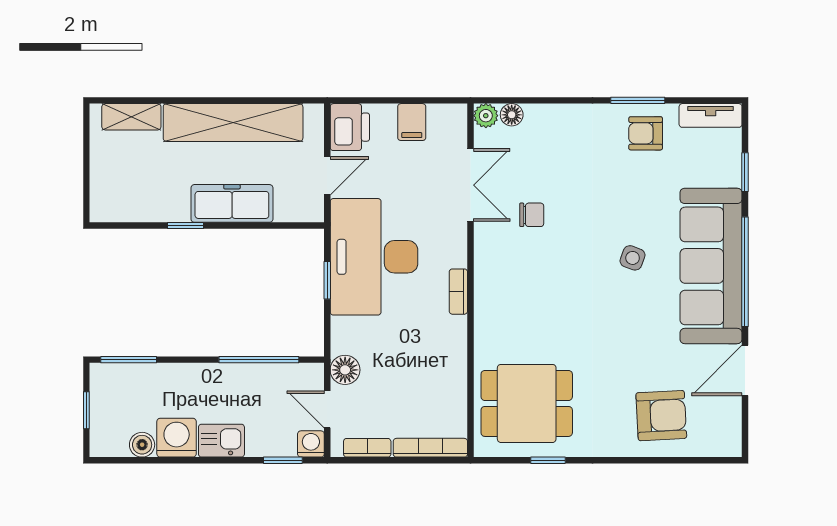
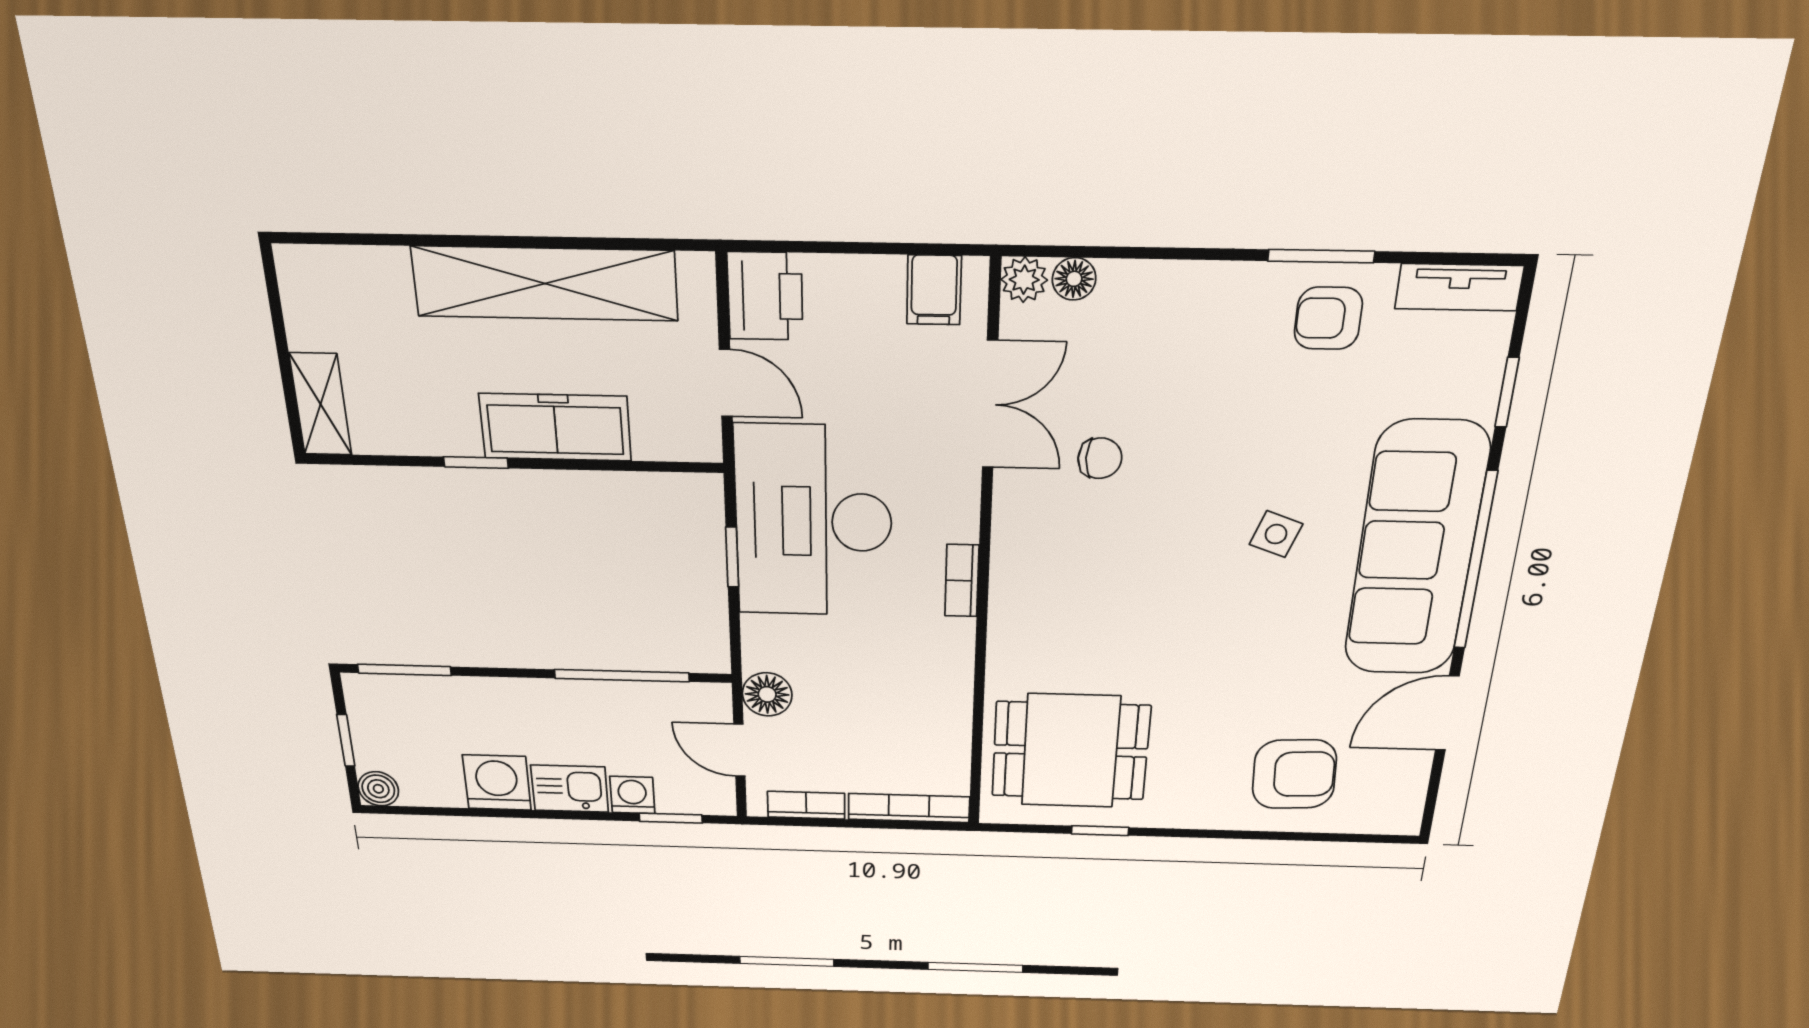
shelving: (131, 117) -> (321, 404), moved, turned 90
filing cabinet: (412, 122) -> (934, 290), moved
door: (327, 176) -> (726, 383), hinge flipped
washing machine: (311, 444) -> (632, 795), moved
boiler: (142, 445) -> (378, 789), moved

